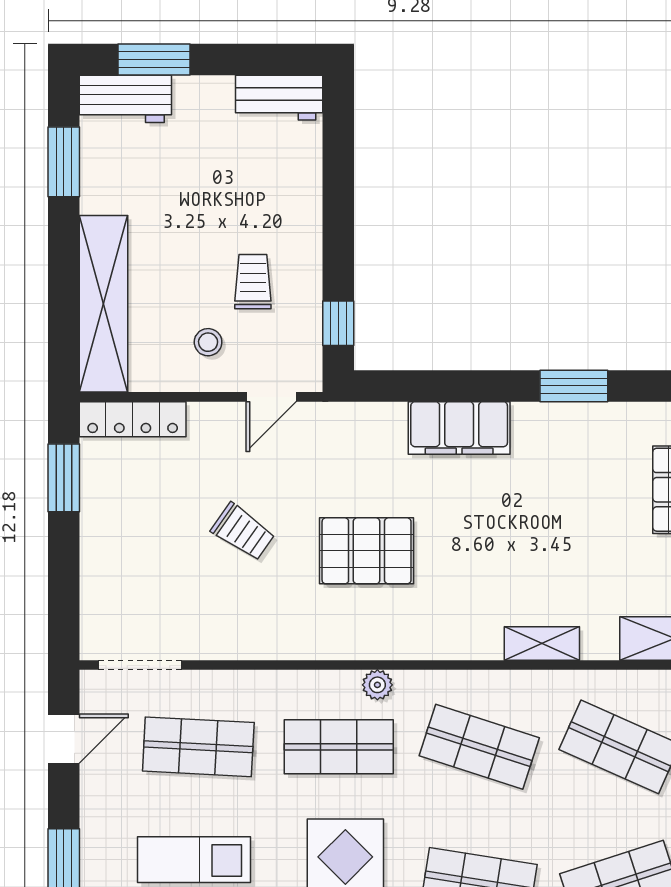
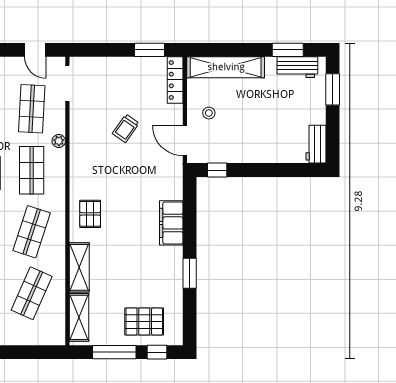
workbench: (125, 99) -> (297, 67), moved, turned -90
trolley: (253, 282) -> (235, 133), removed
door: (271, 397) -> (185, 141), width x1.38
pallet: (367, 551) -> (90, 214), moved, width x0.67, depth x0.71
shelving: (542, 644) -> (79, 267), width x1.50, depth x1.33
plant: (377, 685) -> (59, 141), moved

